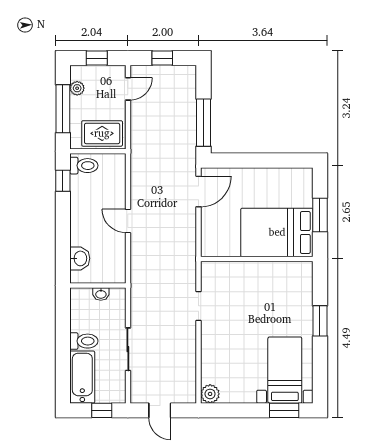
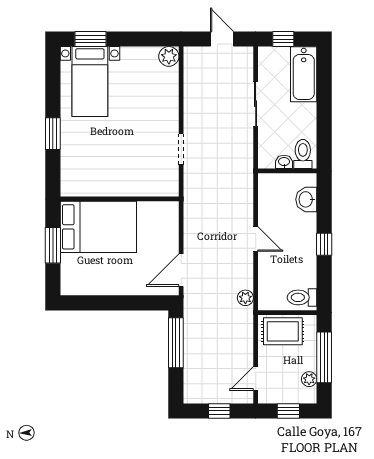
plant: (138, 165) -> (245, 298), added
window: (63, 181) -> (324, 244), moved
toilet: (84, 341) -> (303, 154), moved, turned 90

